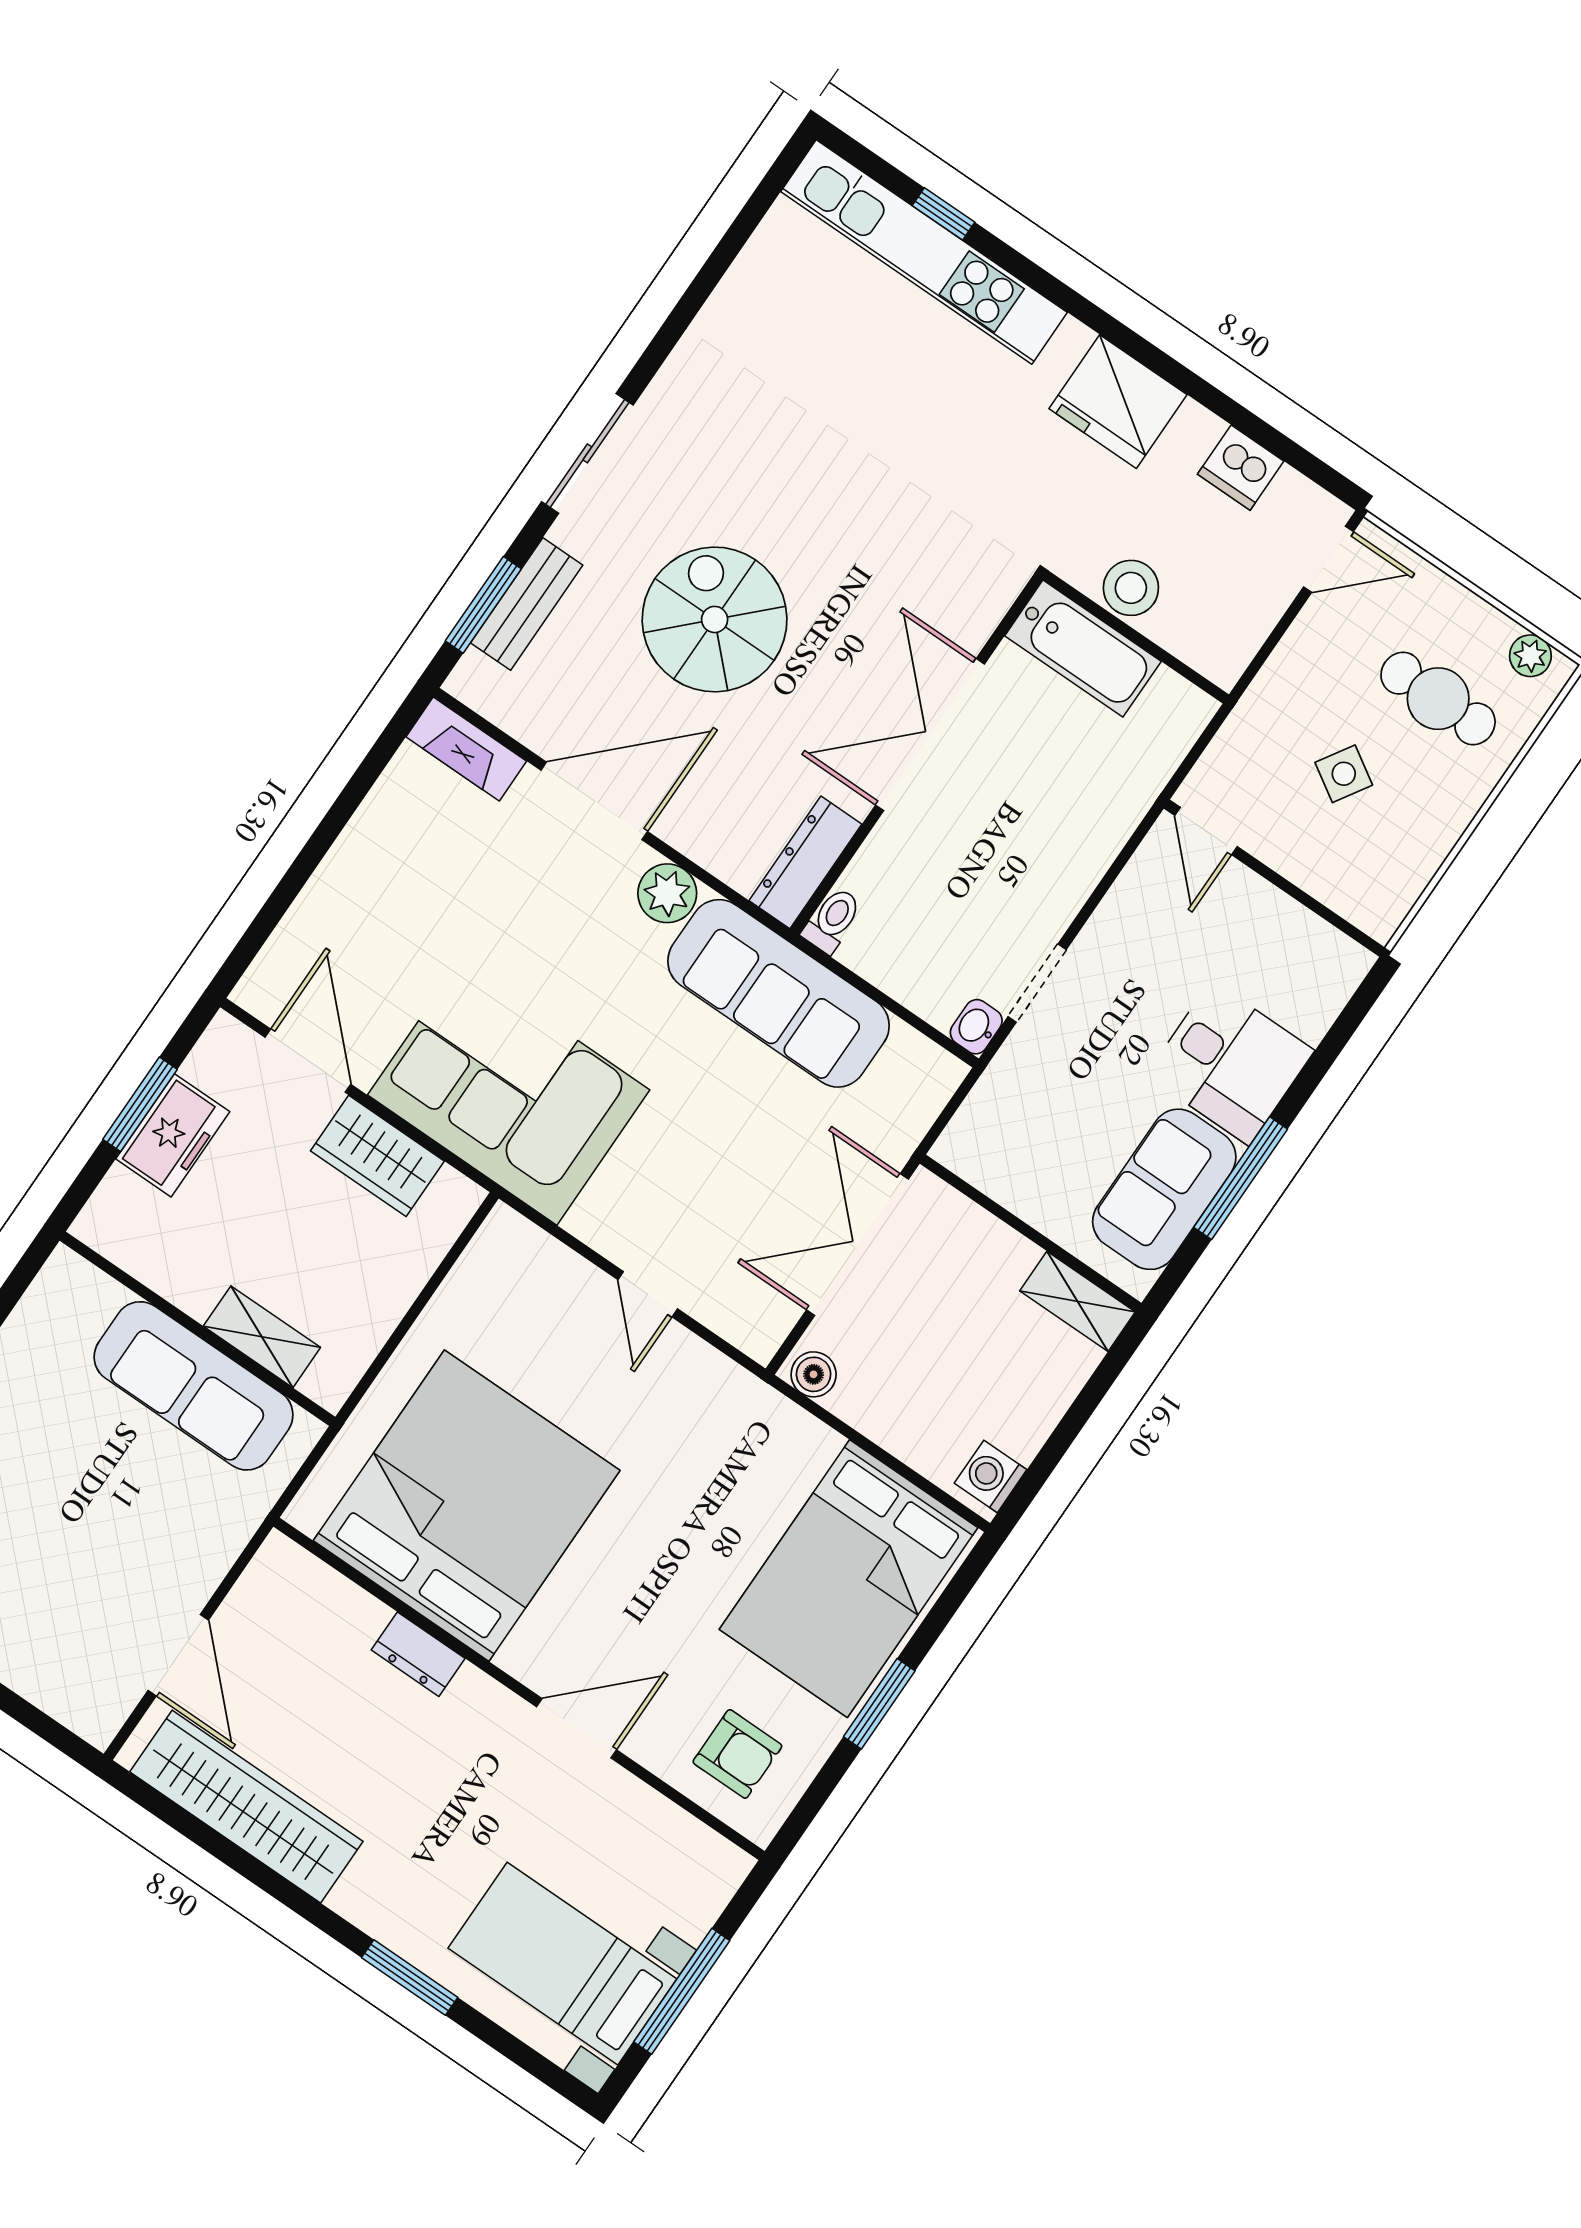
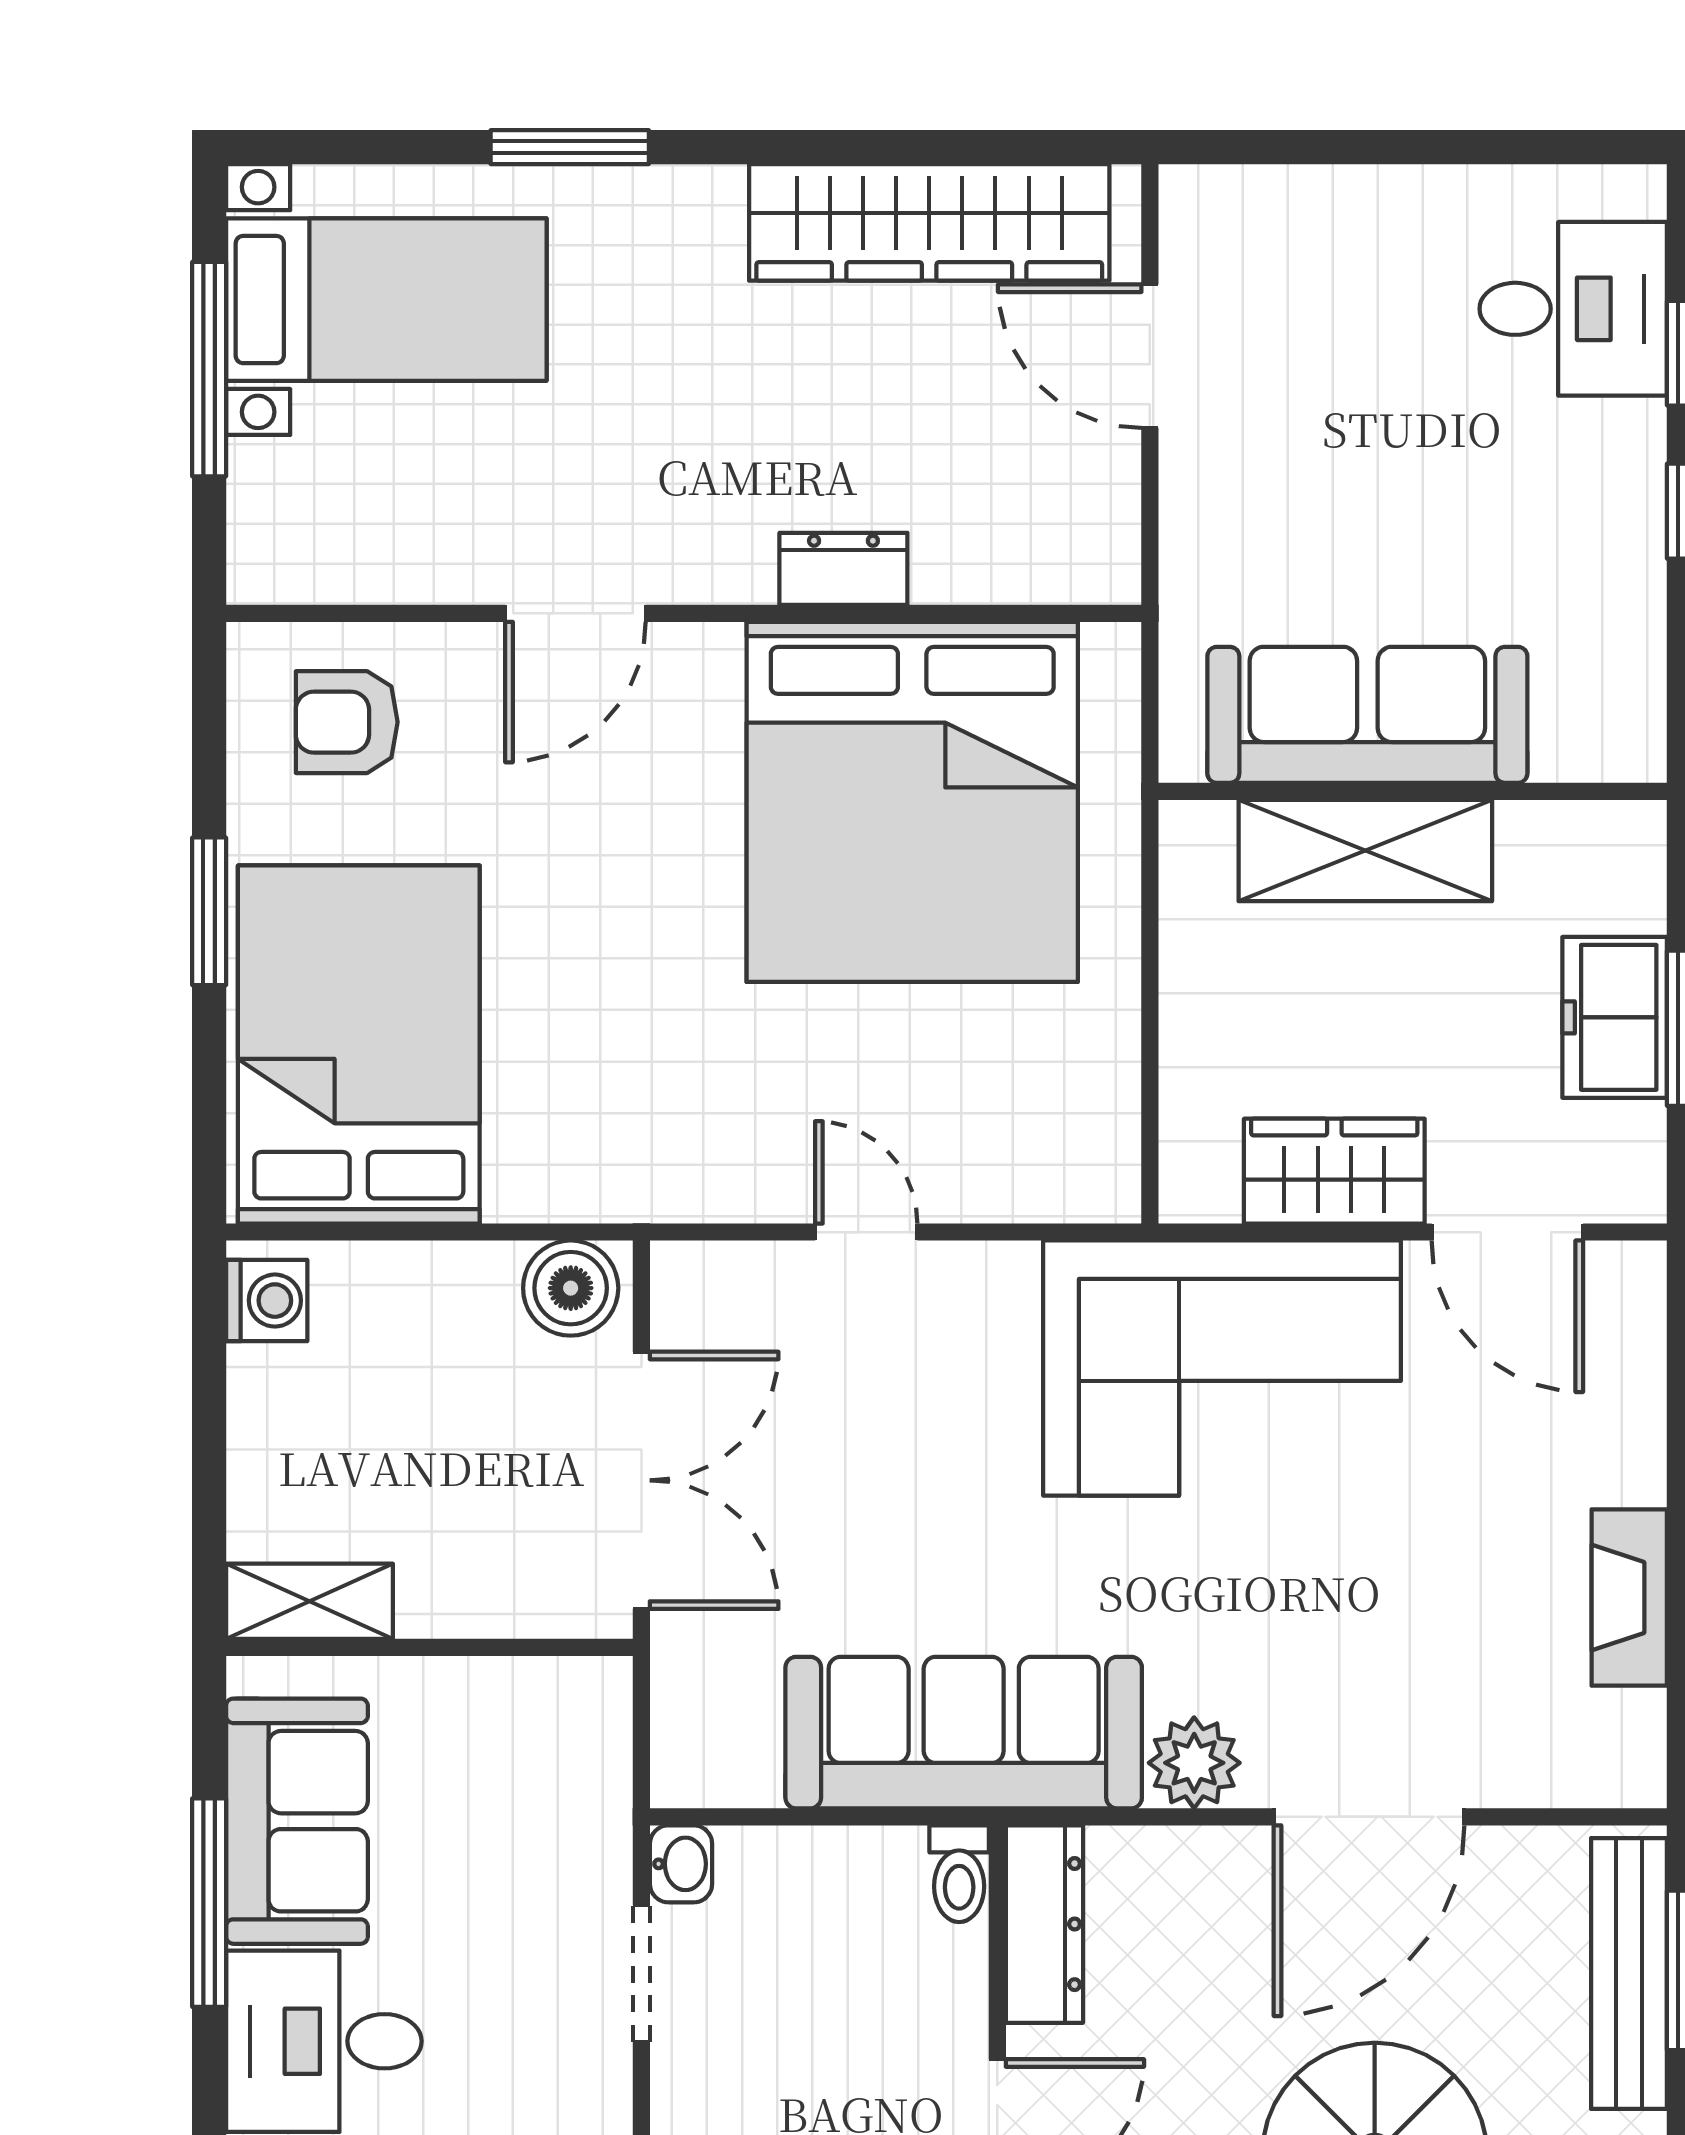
bench: (527, 604) -> (1629, 1974), width x1.36
fireplace: (466, 749) -> (1629, 1598), moved, turned -90
shelving: (262, 1337) -> (1365, 850), width x1.50, depth x1.33
boiler: (814, 1374) -> (571, 1288), width x1.36, depth x1.36

